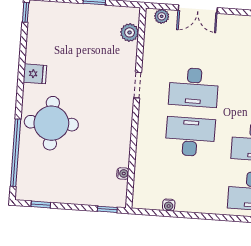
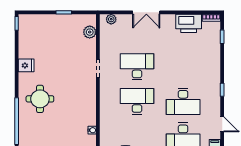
double door: (198, 9) -> (146, 12), moved
desk: (194, 87) -> (137, 67), turned 180
round table: (51, 123) -> (40, 99), width x0.73, depth x0.73

